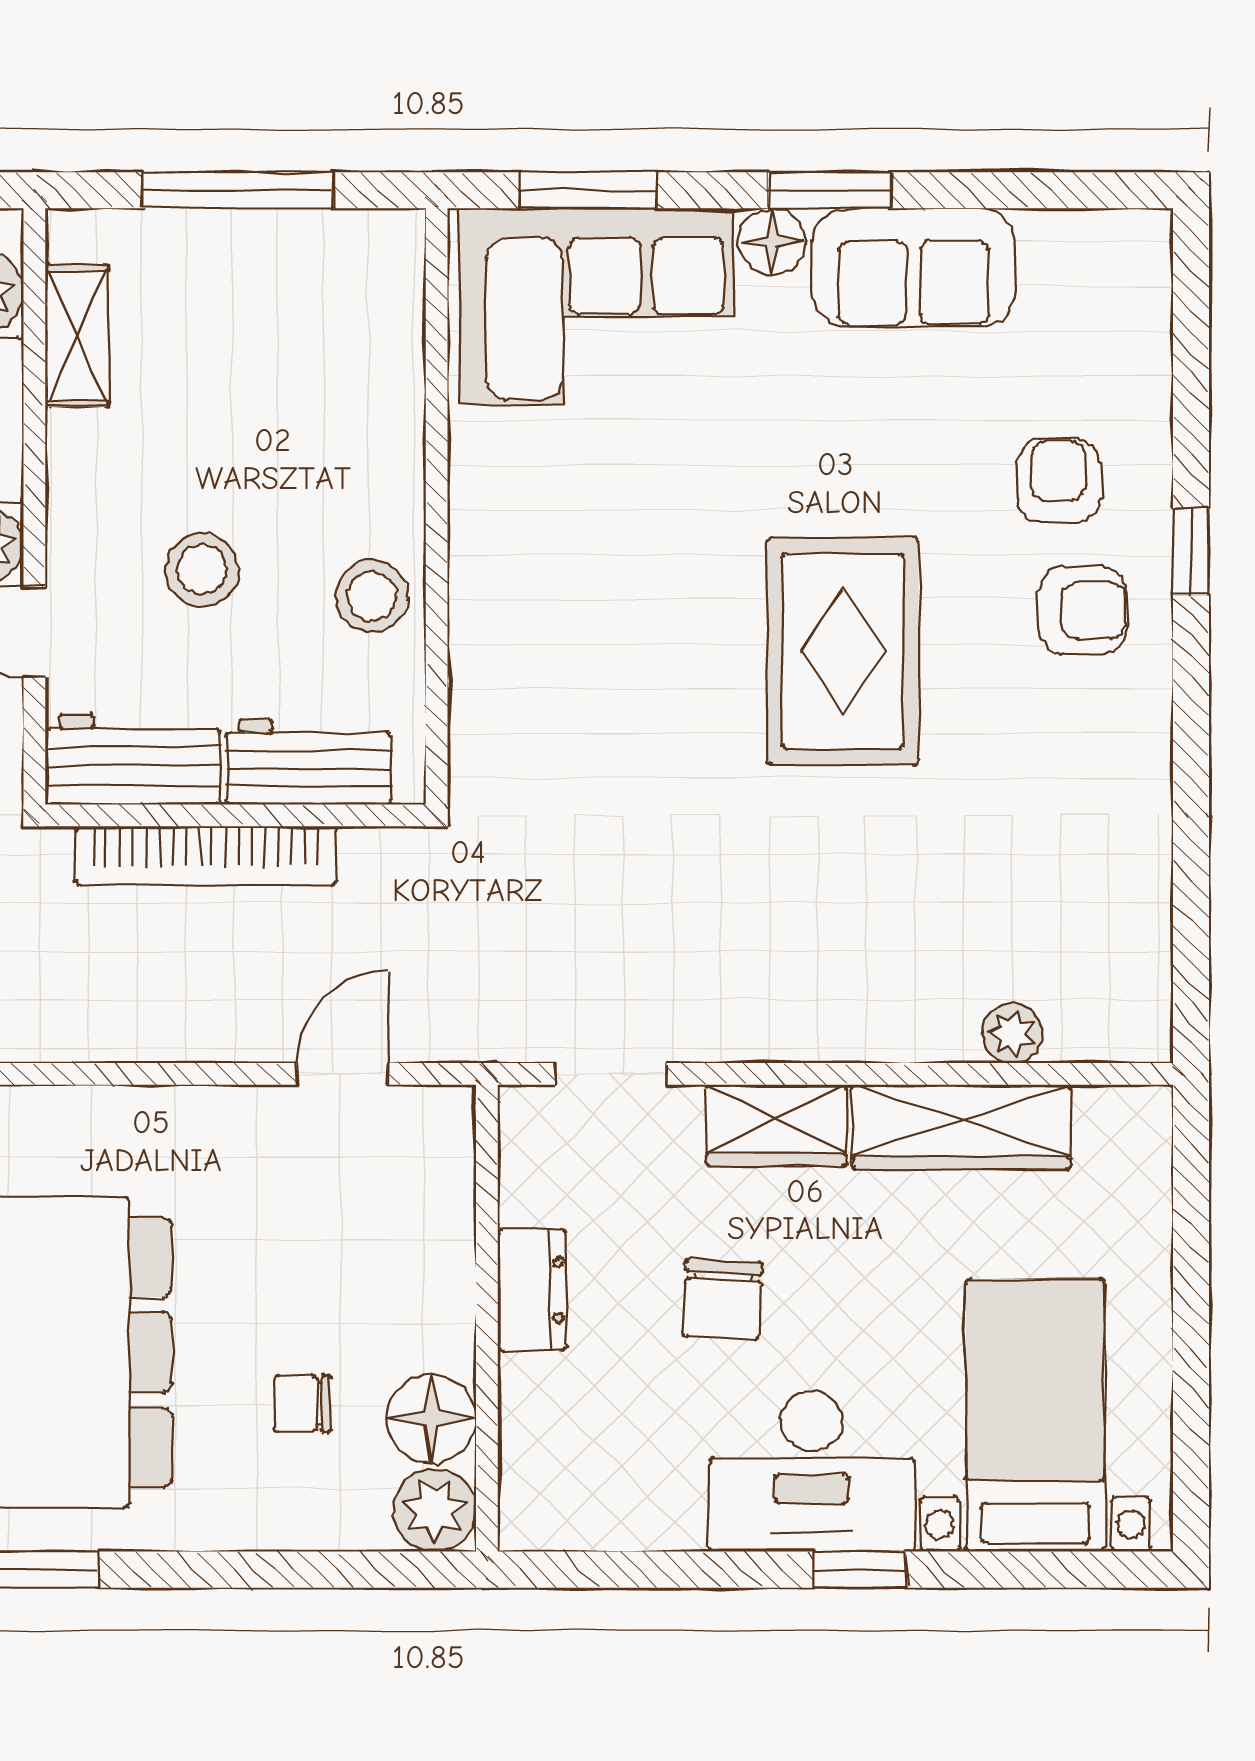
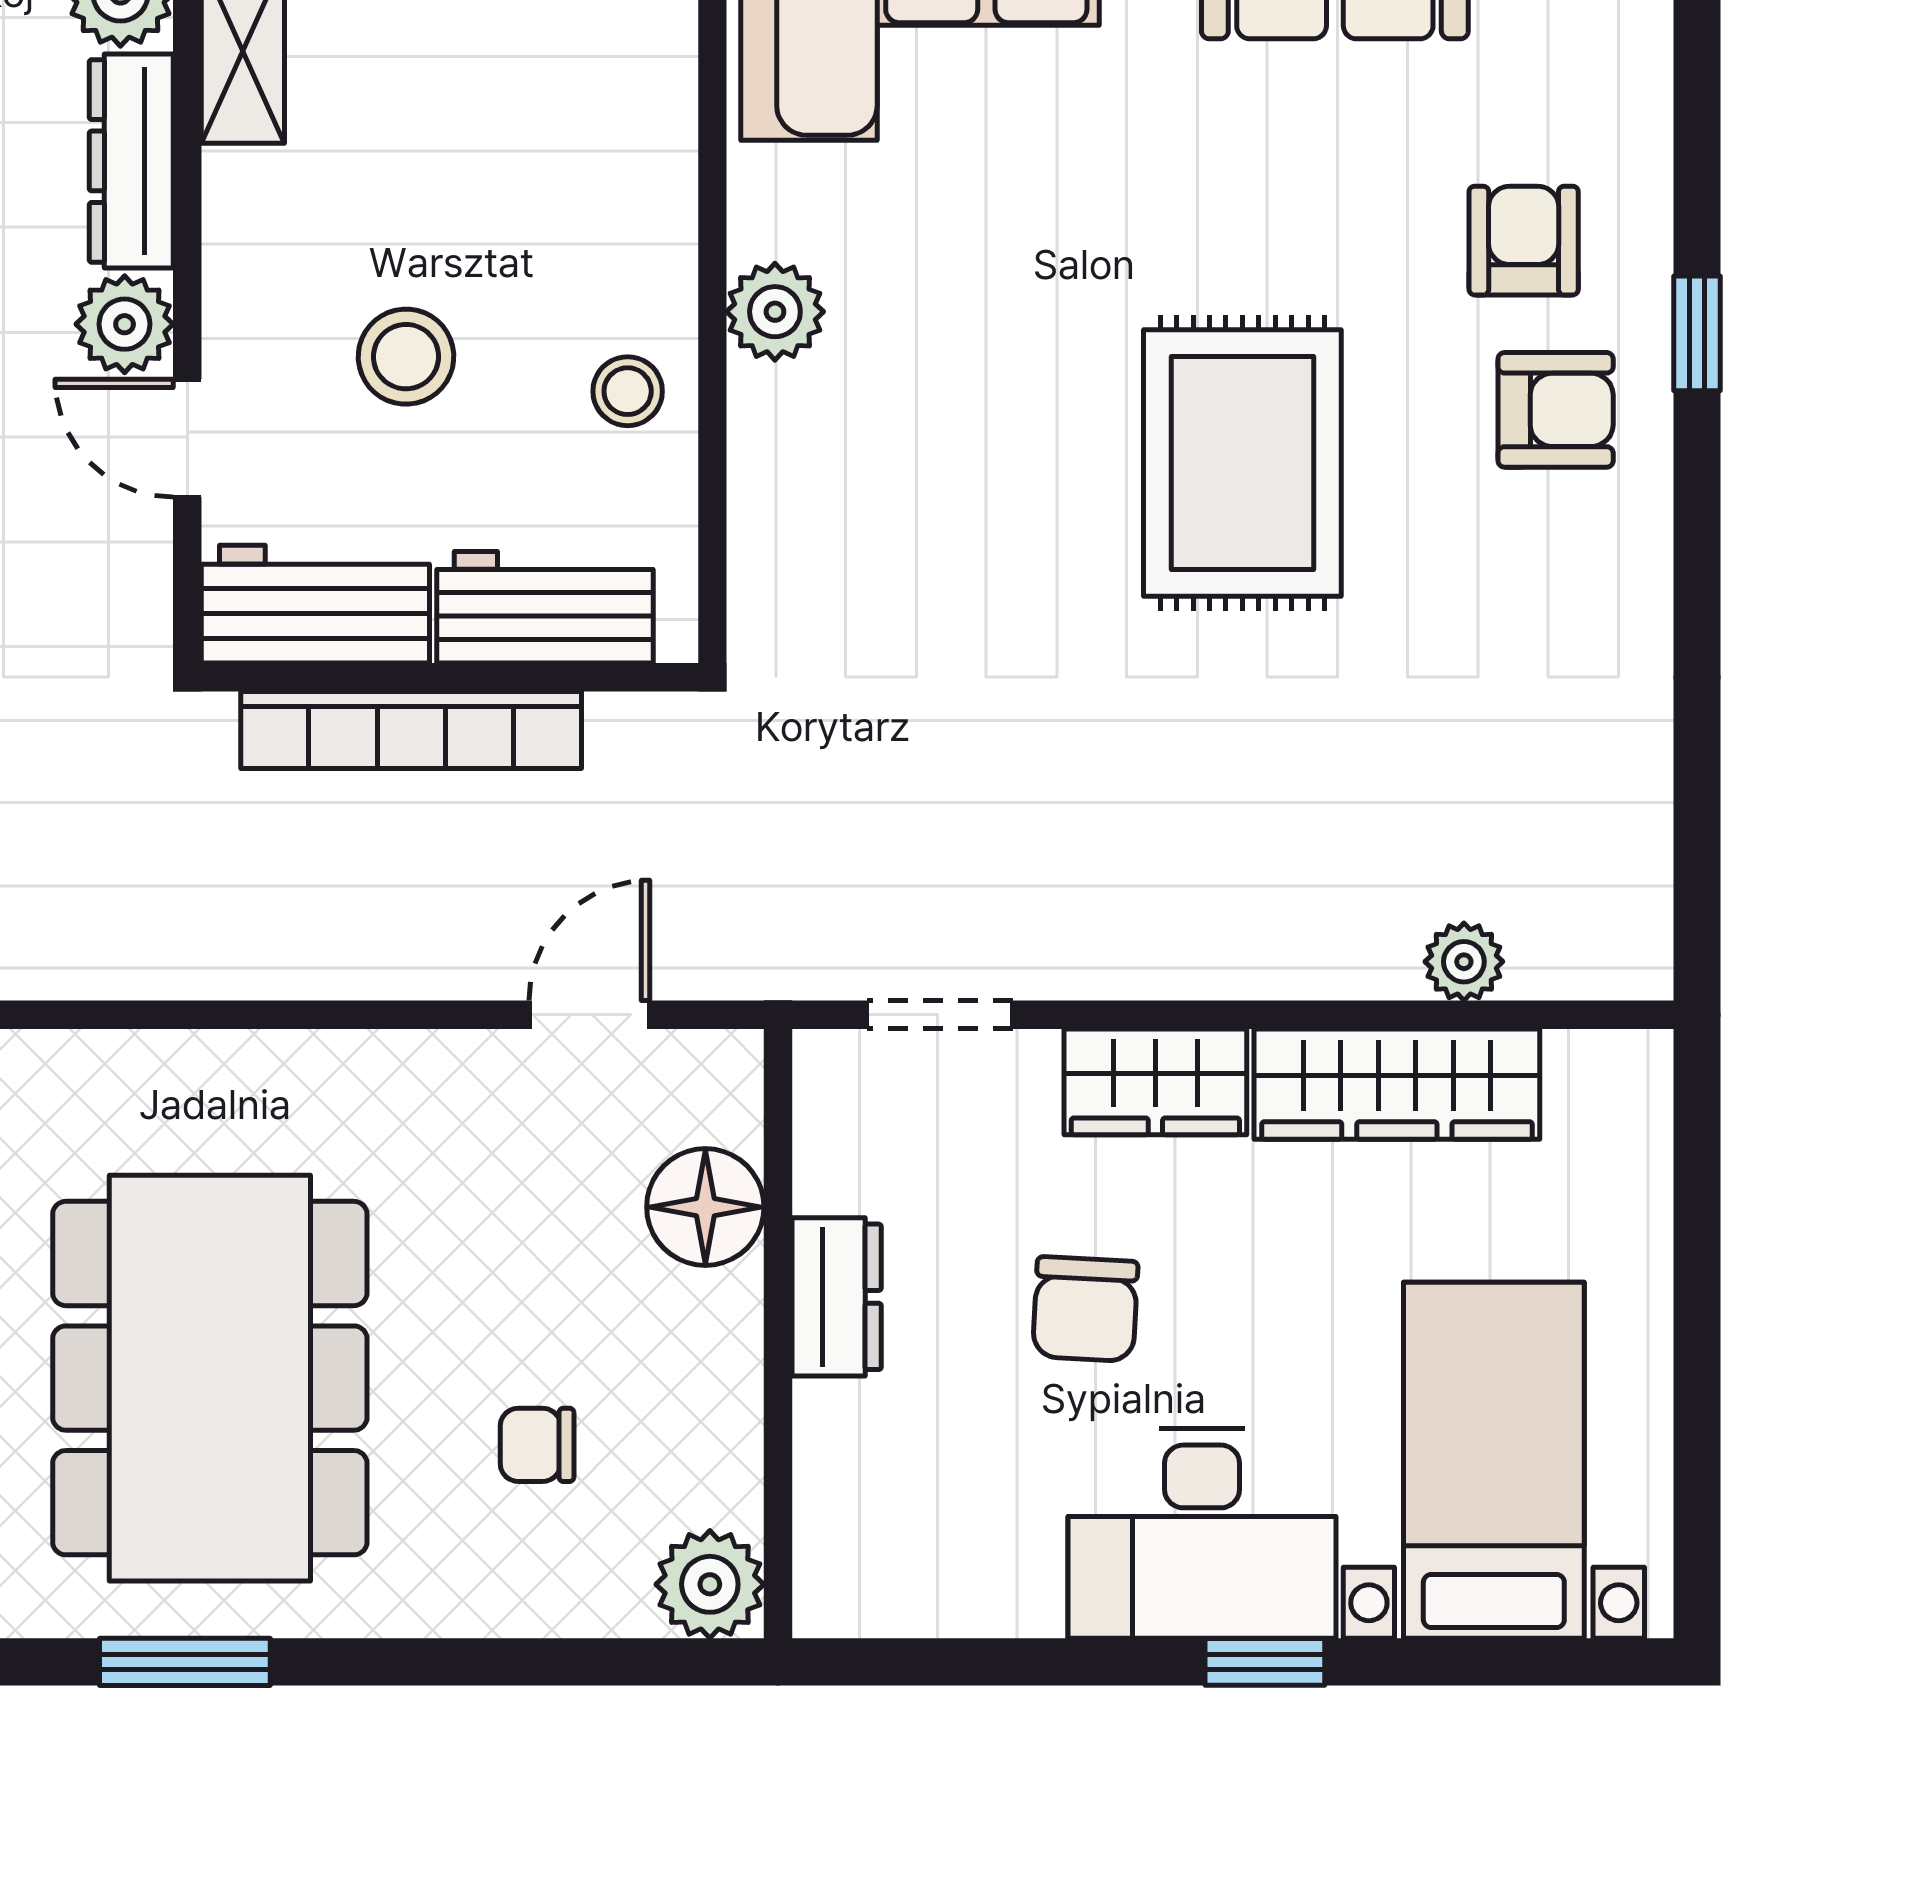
plant: (485, 535) -> (775, 312), added
stool: (372, 596) -> (628, 391), width x0.73, depth x0.73
floor lamp: (431, 1418) -> (705, 1207), moved

